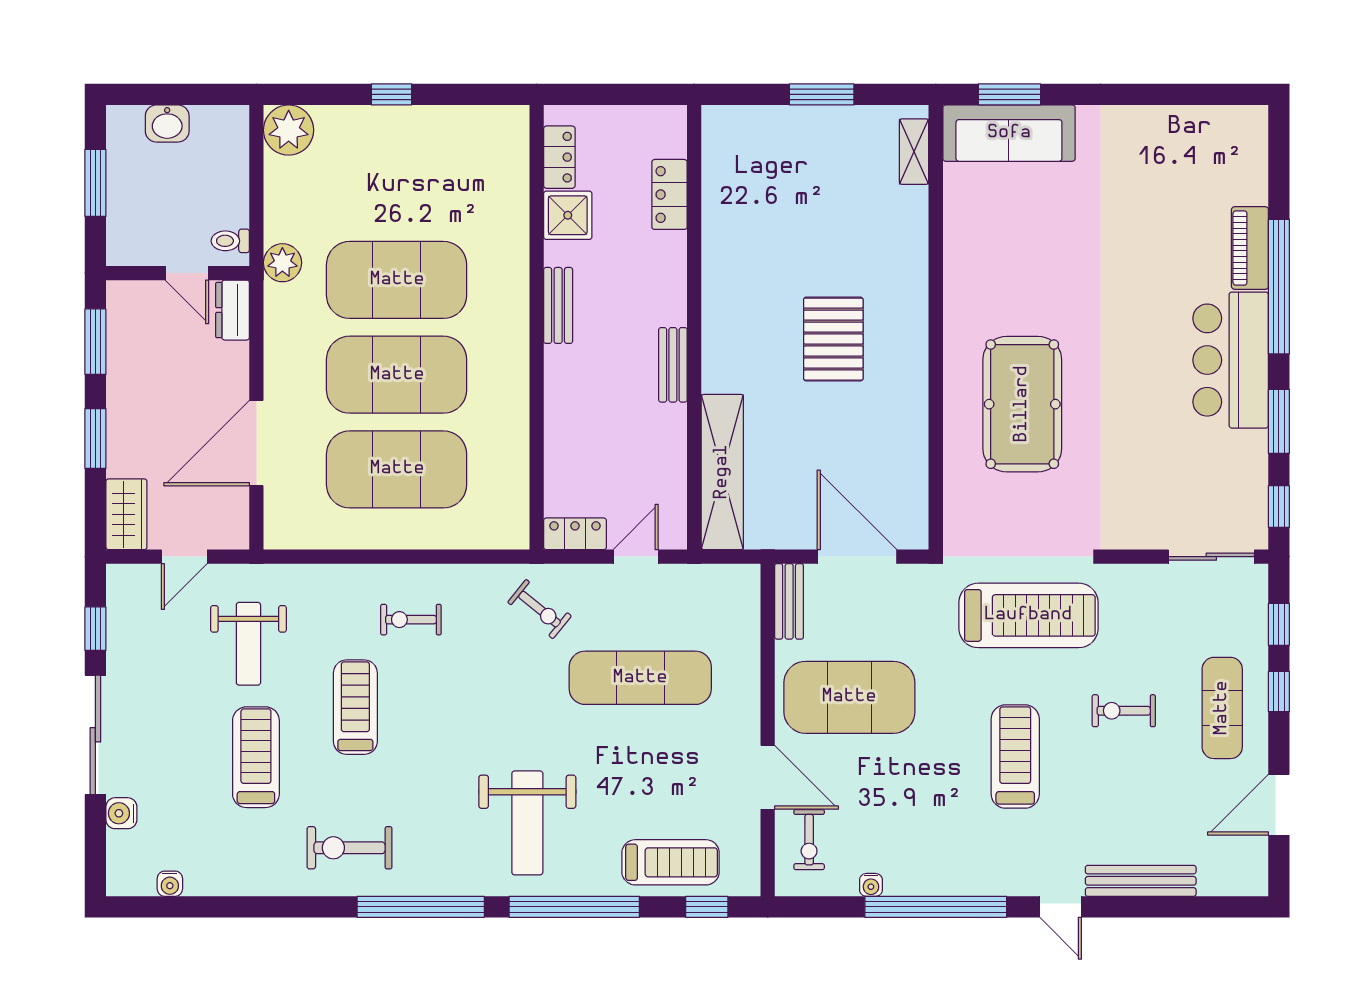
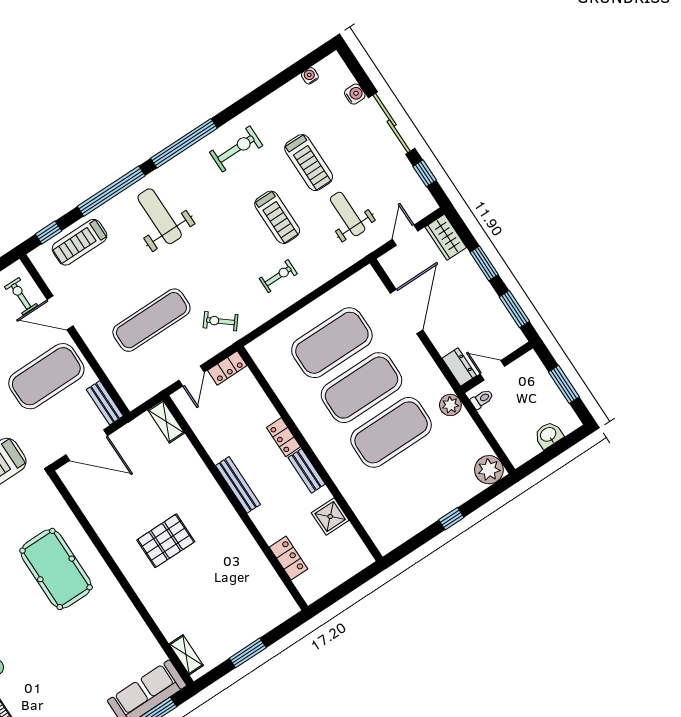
locker: (559, 157) -> (284, 437), moved
pallet: (833, 339) -> (166, 541), turned 90
bench: (673, 365) -> (238, 485), width x1.36
shelving: (722, 472) -> (166, 421), width x0.45, depth x0.75

